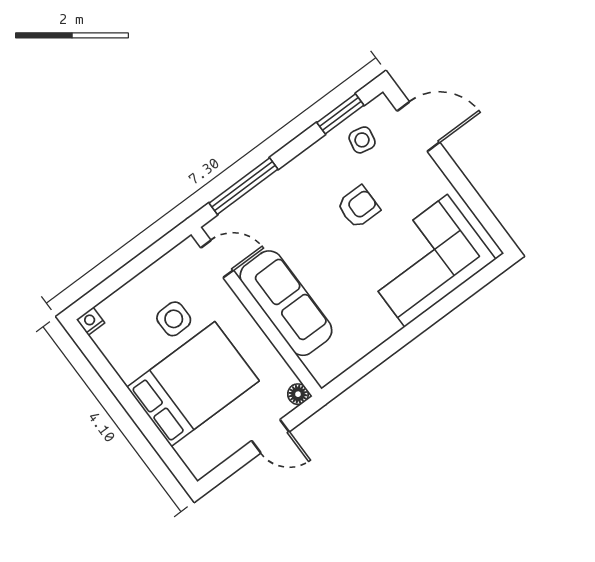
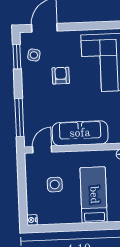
bed: (193, 384) -> (94, 195), width x0.67

